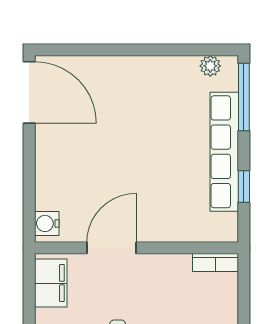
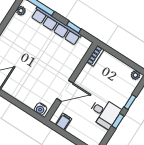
door: (111, 248) -> (65, 91), swing flipped
filing cabinet: (51, 283) -> (64, 122), width x0.50

